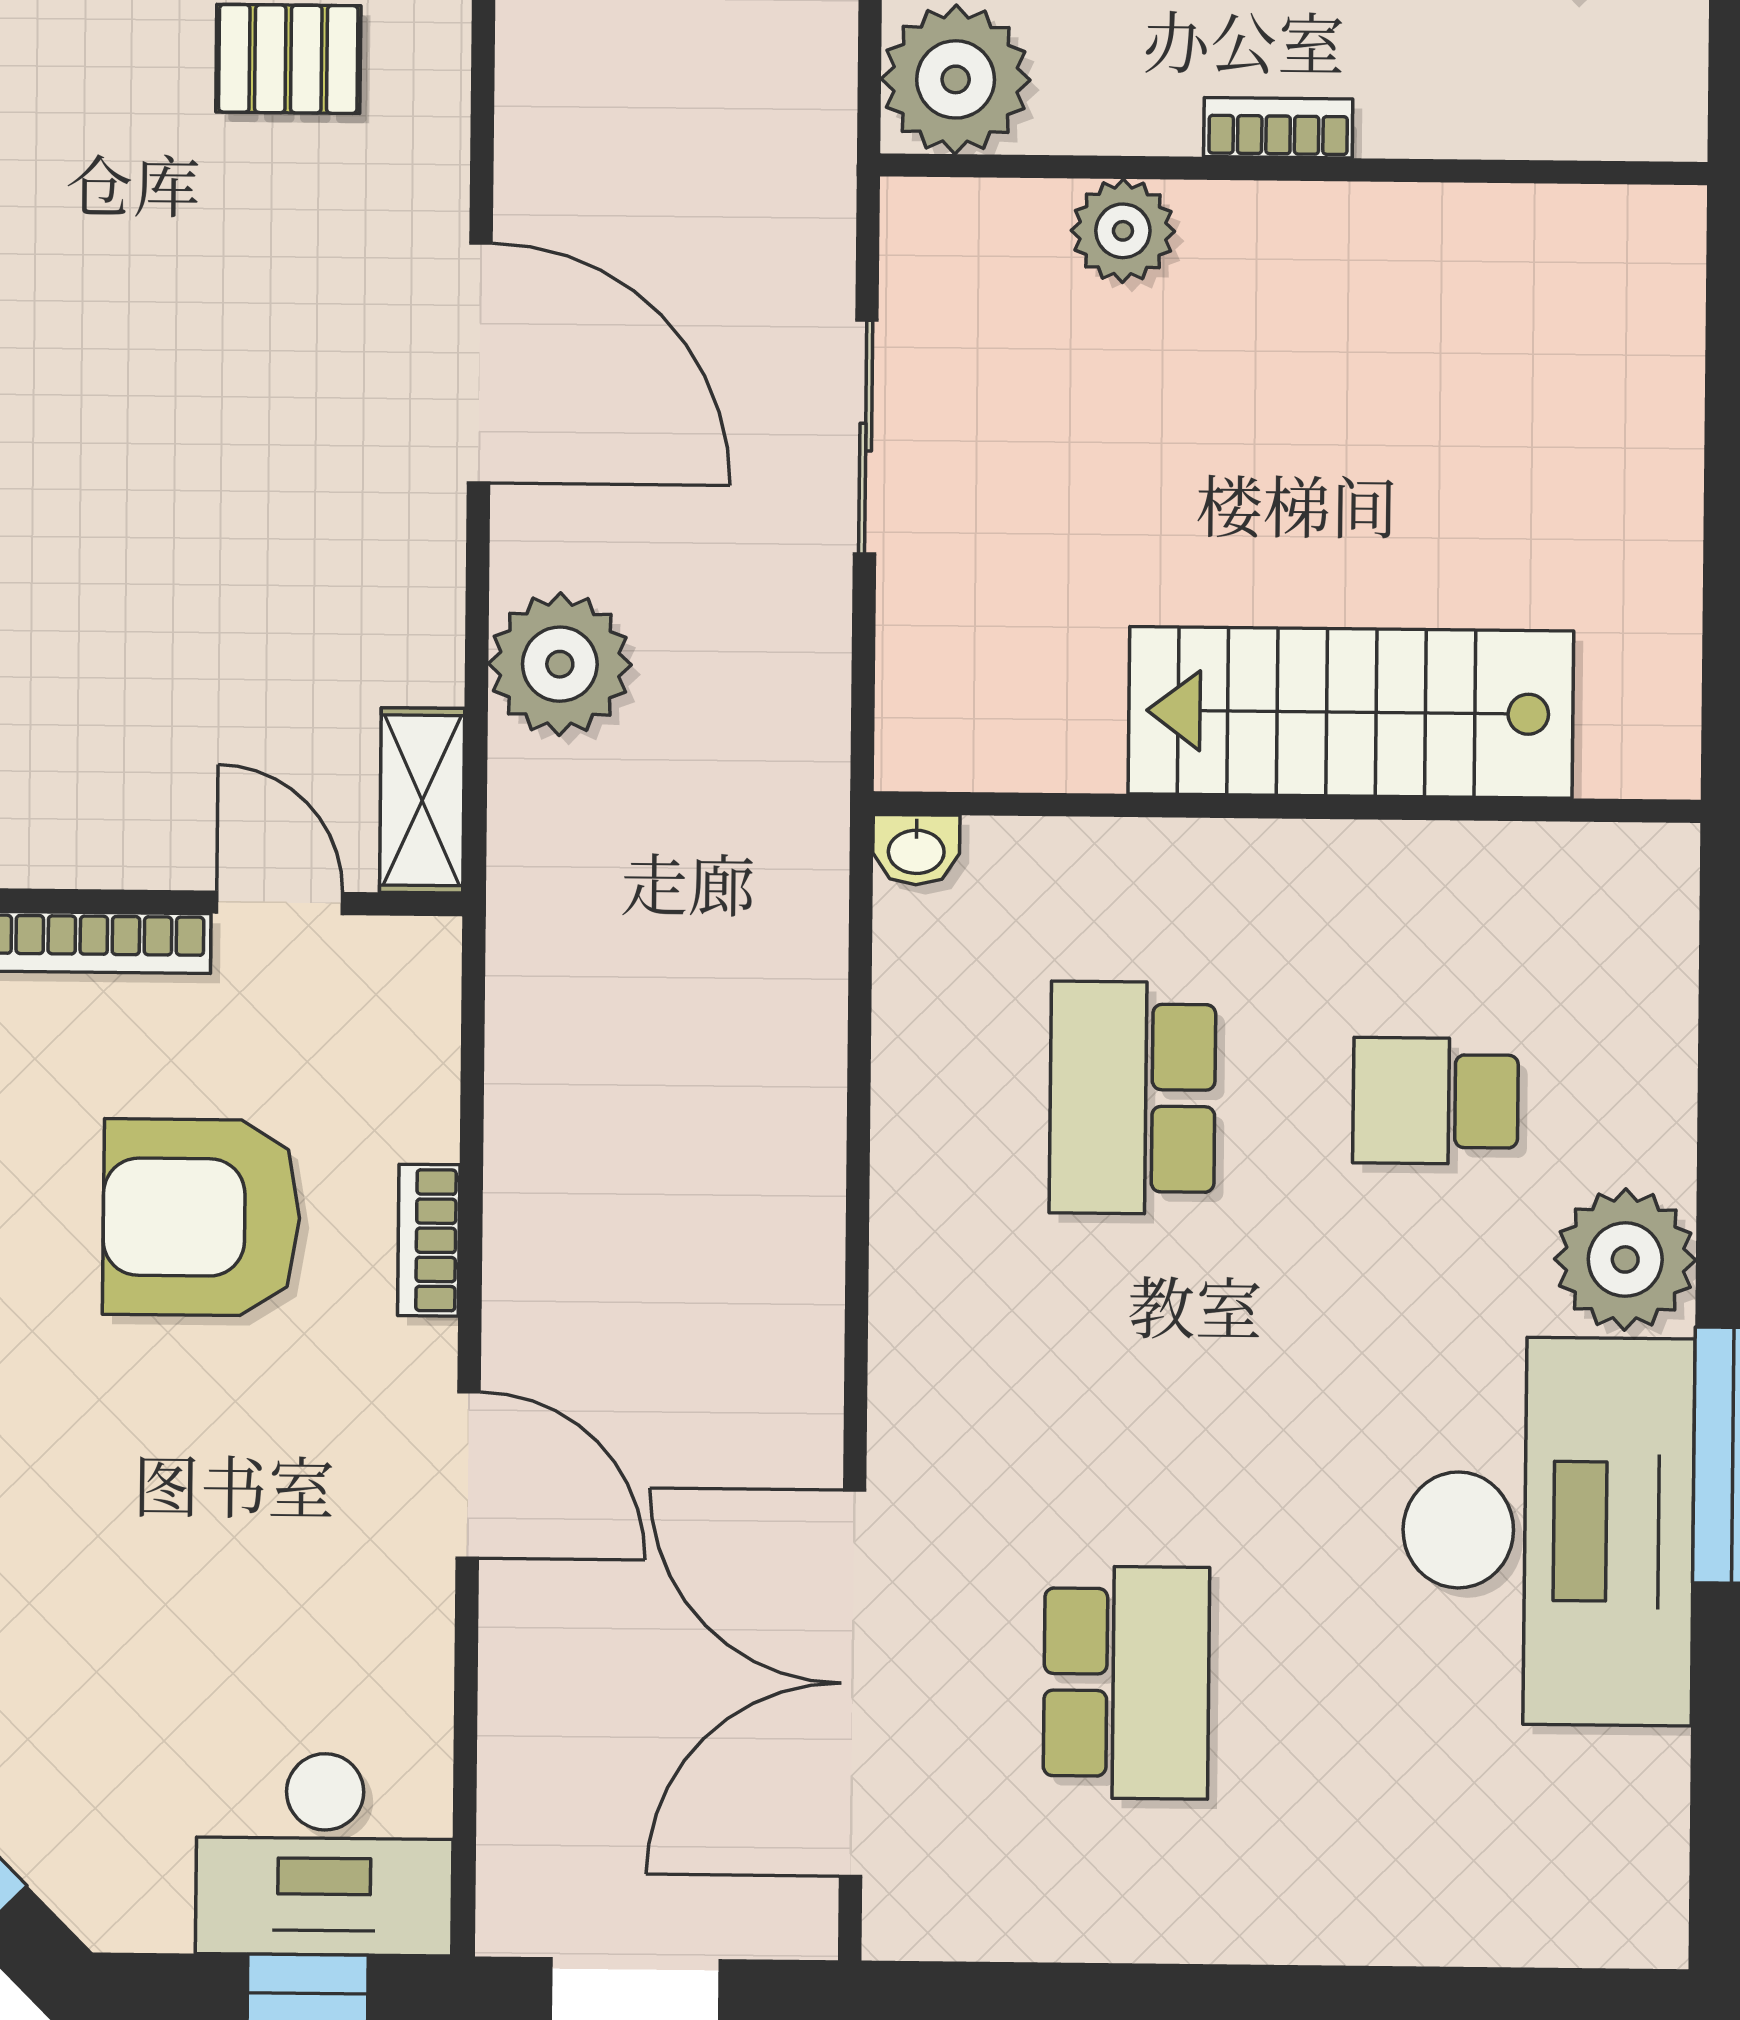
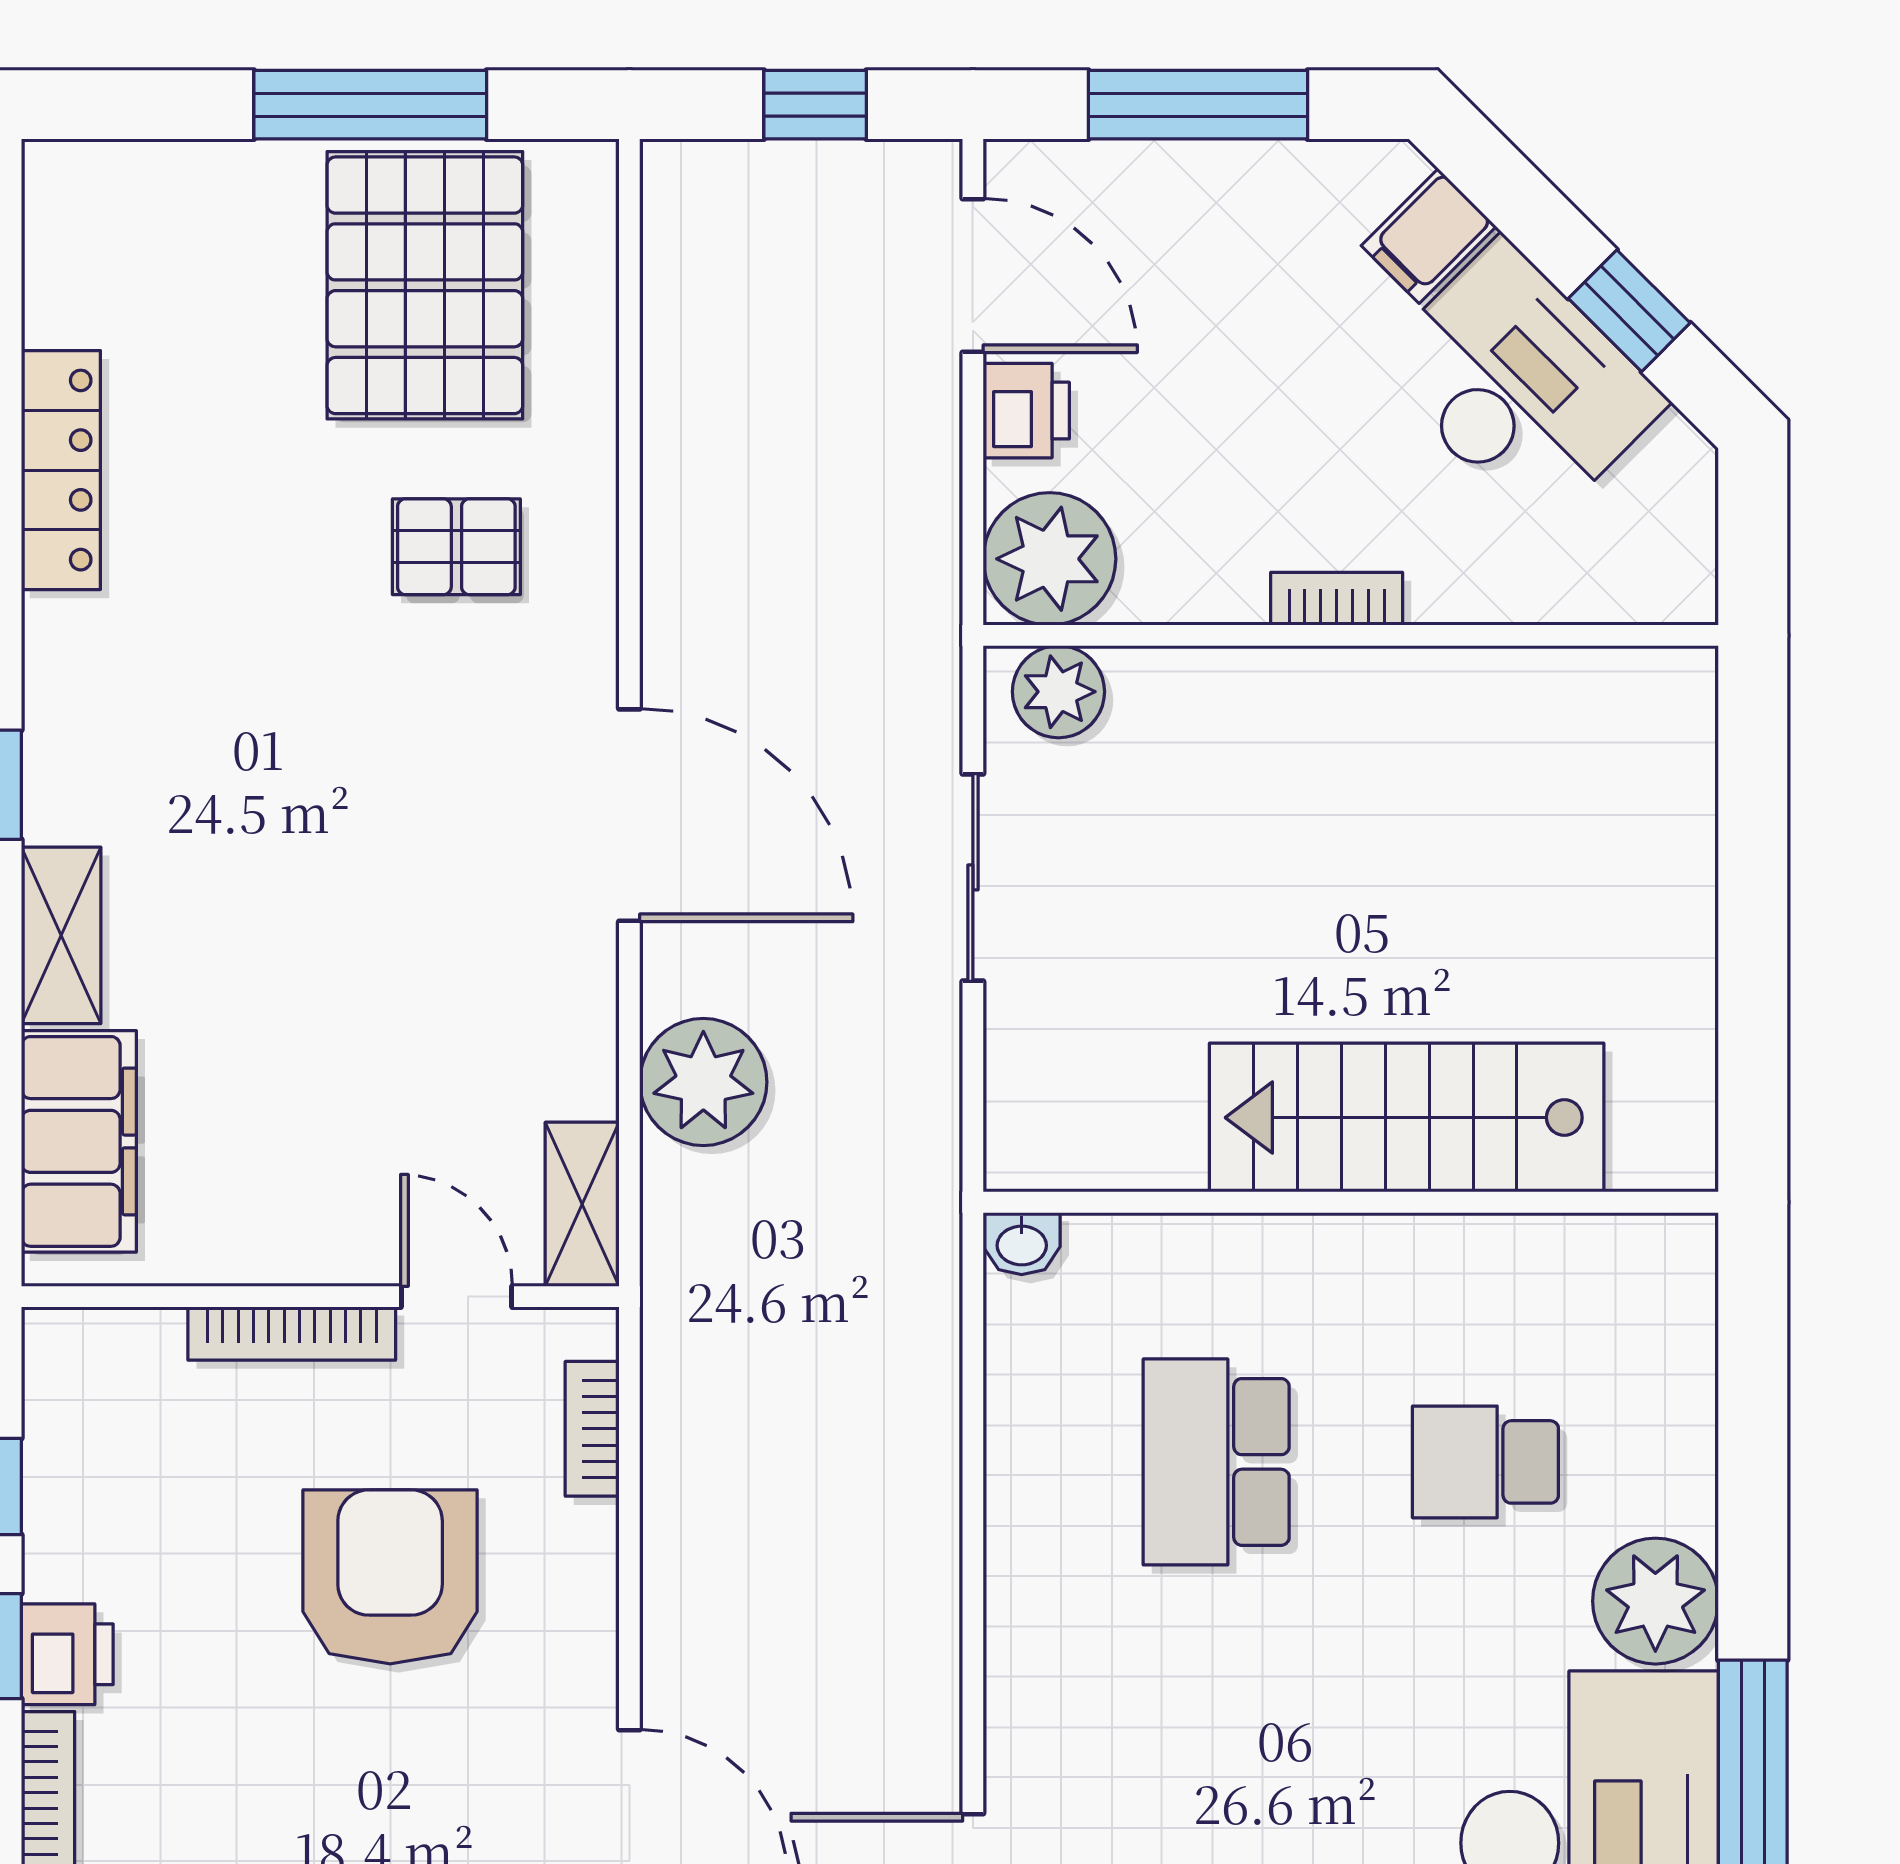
plant: (1123, 231) -> (1058, 692), moved
armchair: (201, 1217) -> (390, 1577), turned 90
bookcase: (429, 1240) -> (592, 1429), moved

